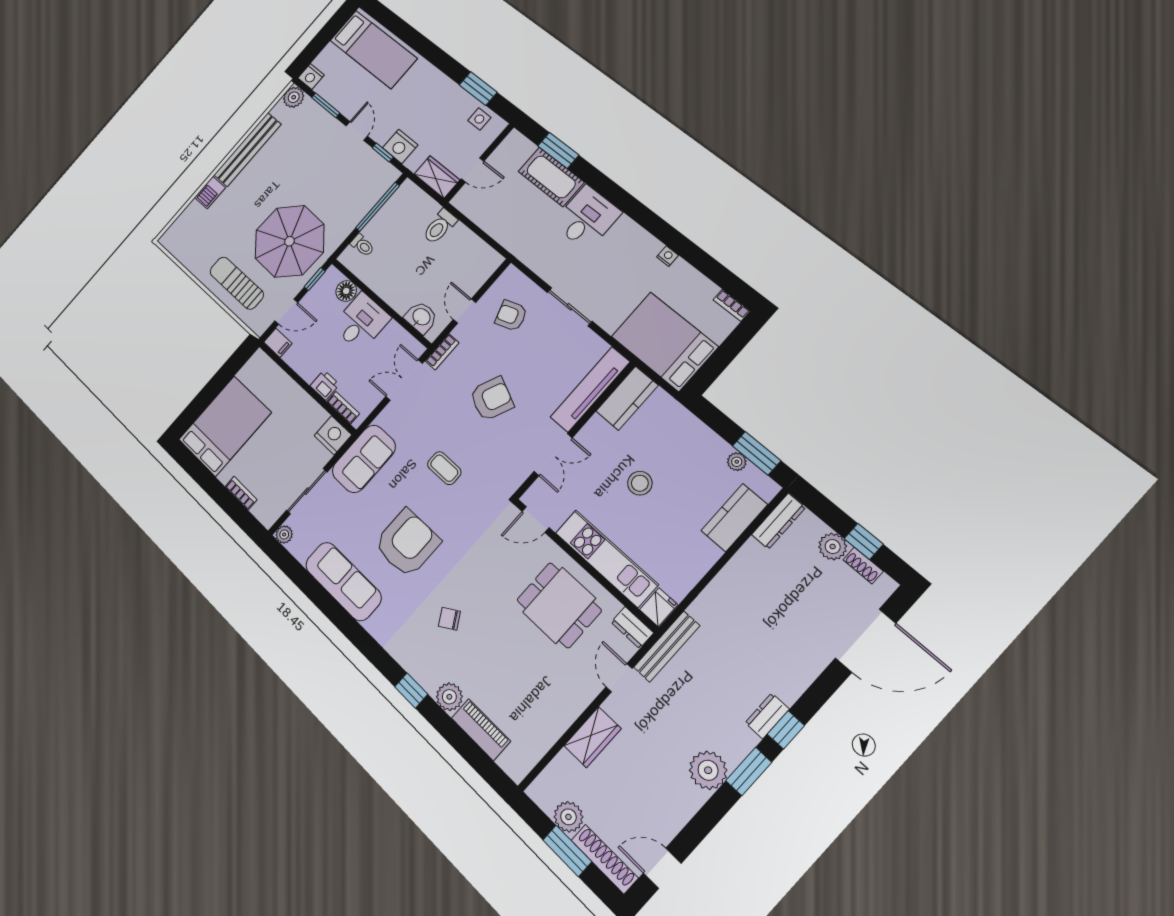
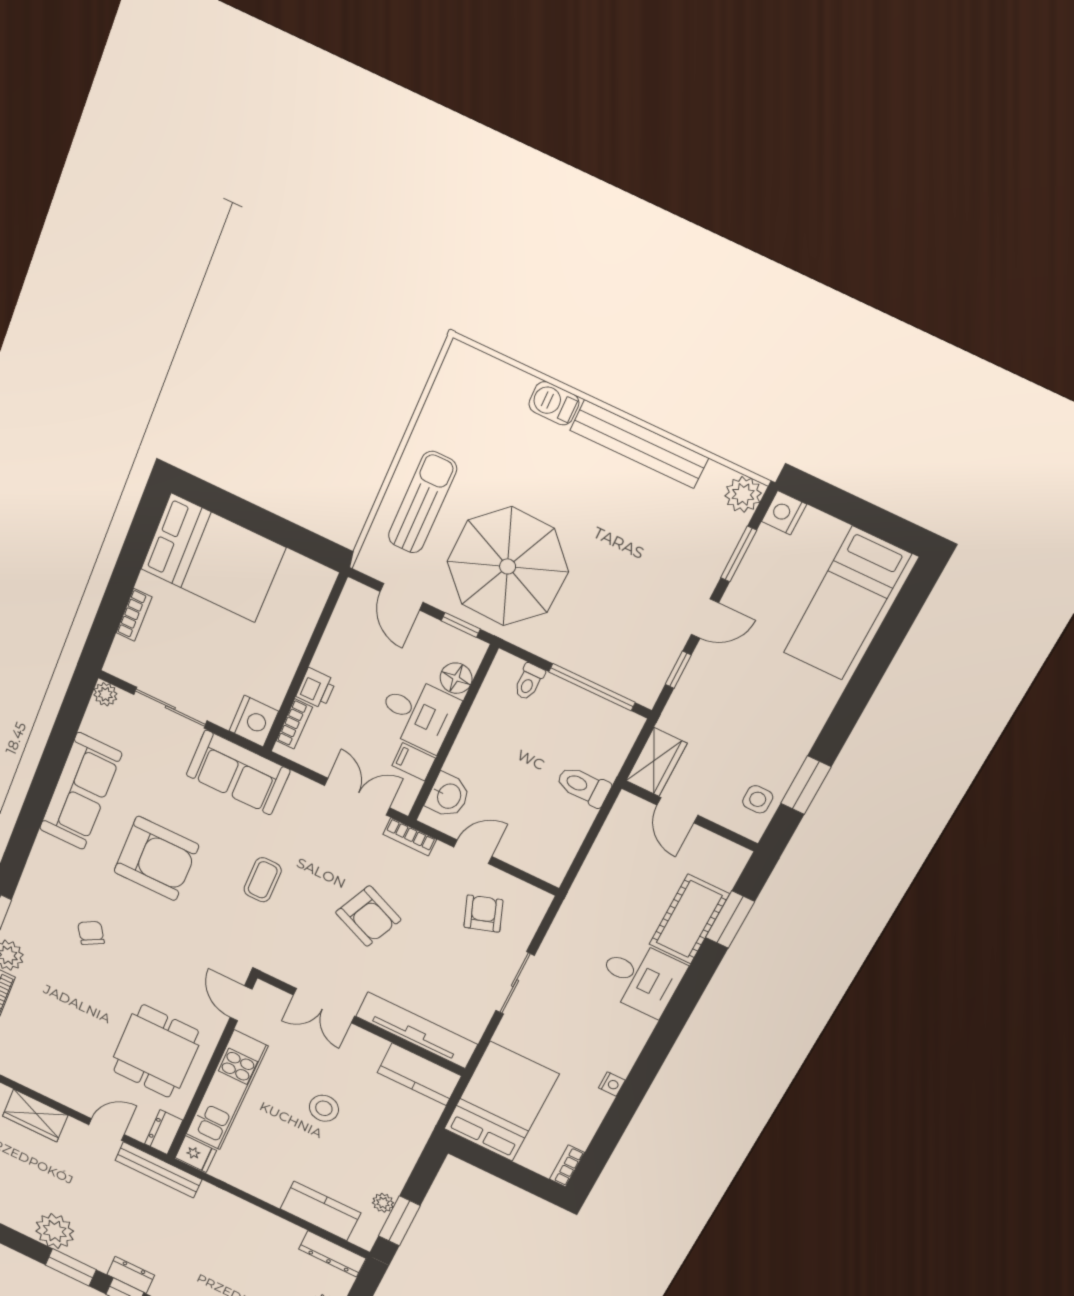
nightstand: (400, 146) -> (693, 694), removed
filing cabinet: (278, 343) -> (414, 762), moved, turned 90

